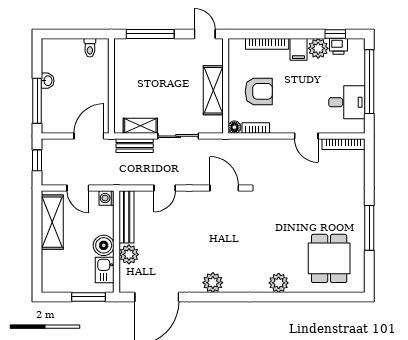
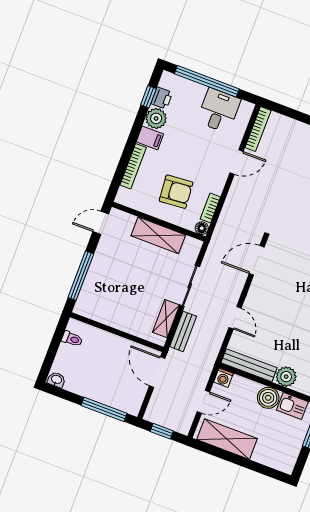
washbasin: (48, 81) -> (56, 380), moved
armchair: (259, 91) -> (176, 192), turned 85

